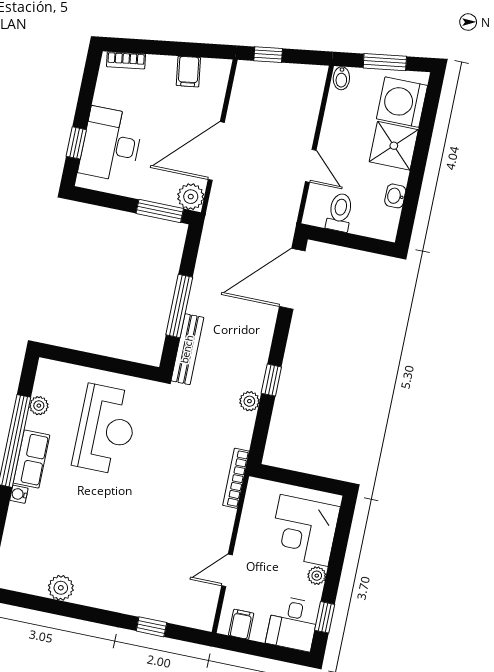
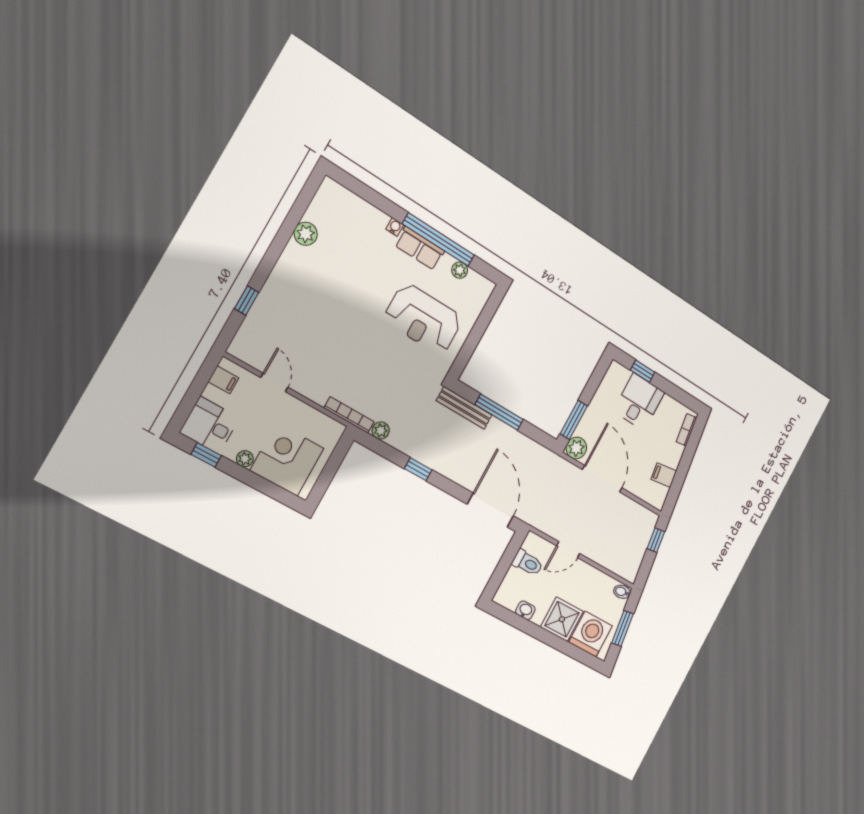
desk: (111, 144) -> (639, 402), width x0.73
plant: (249, 401) -> (381, 430), moved

